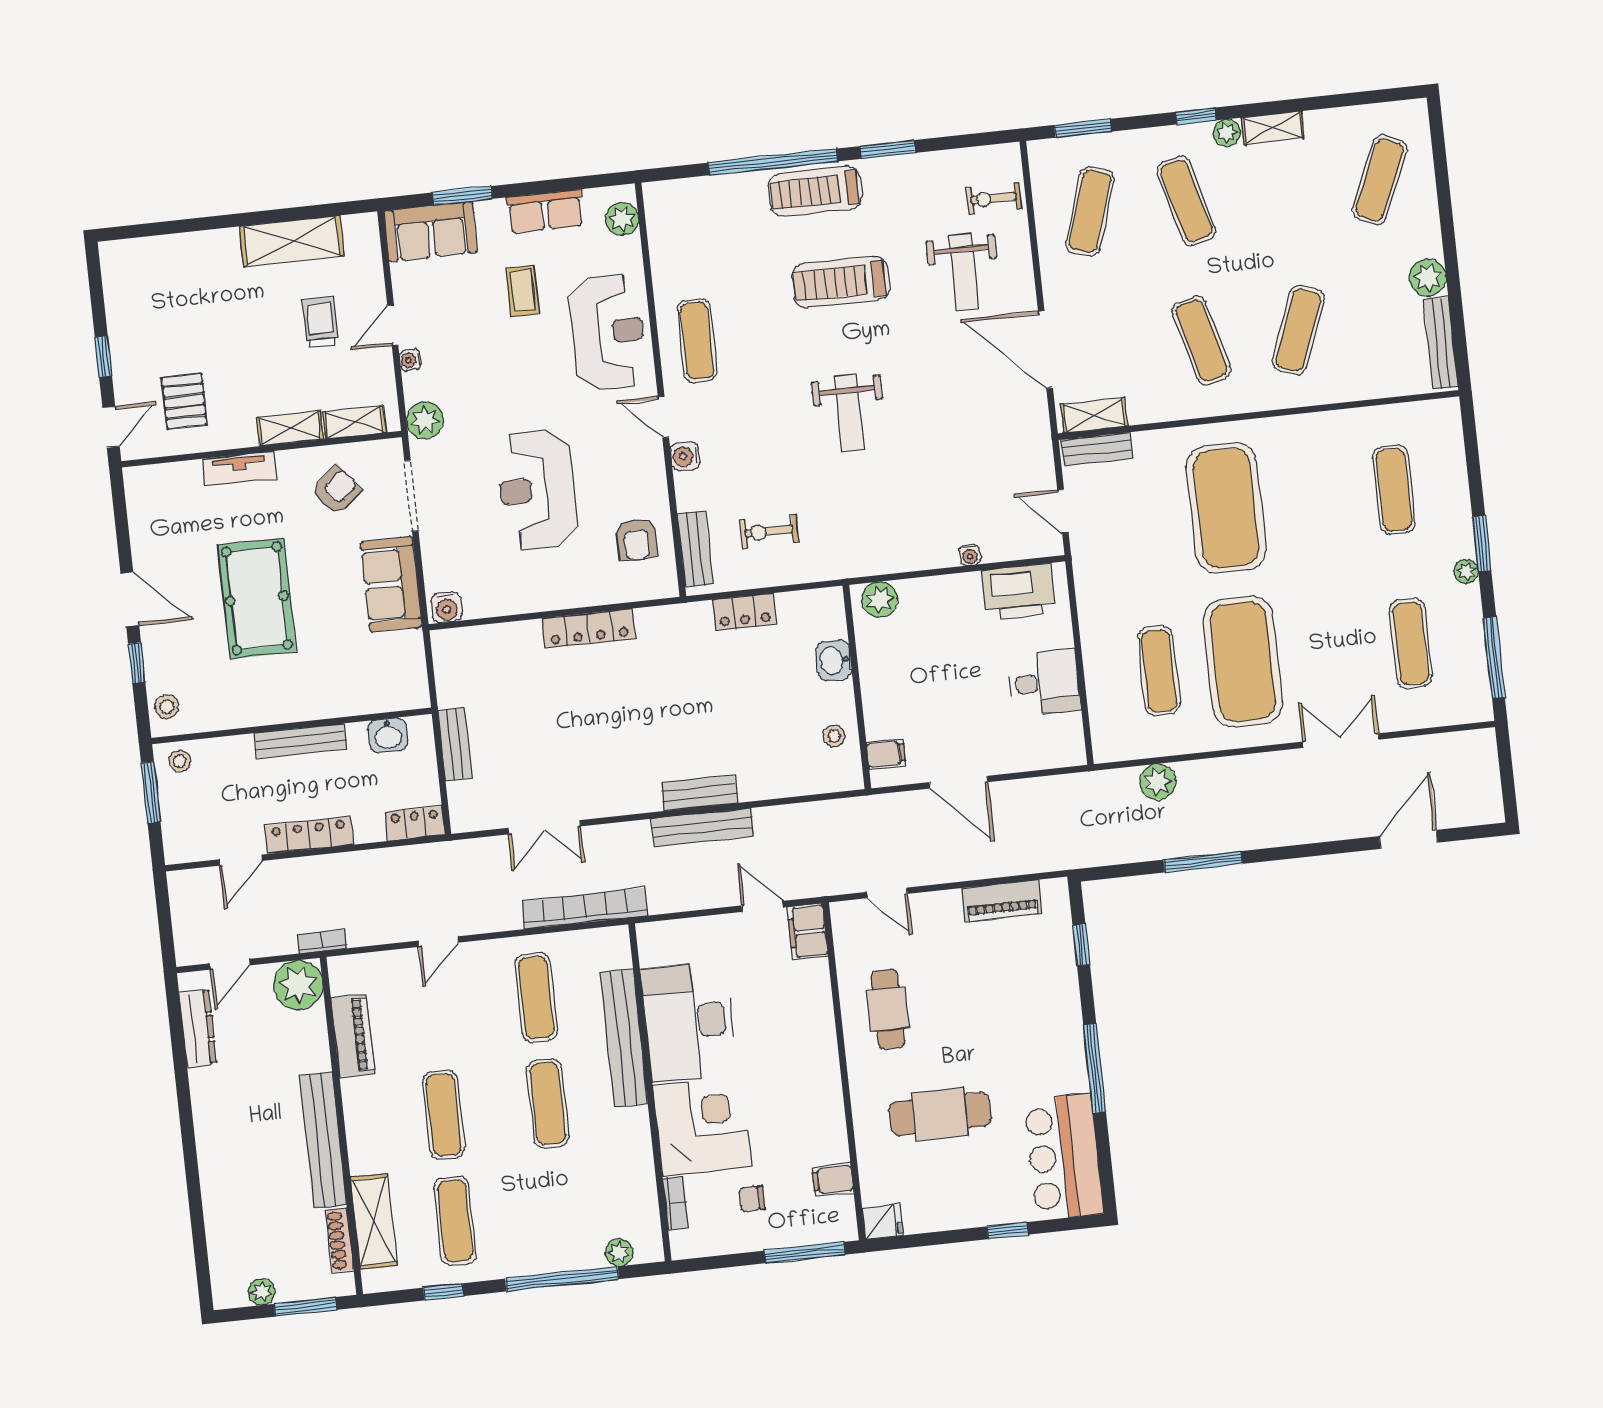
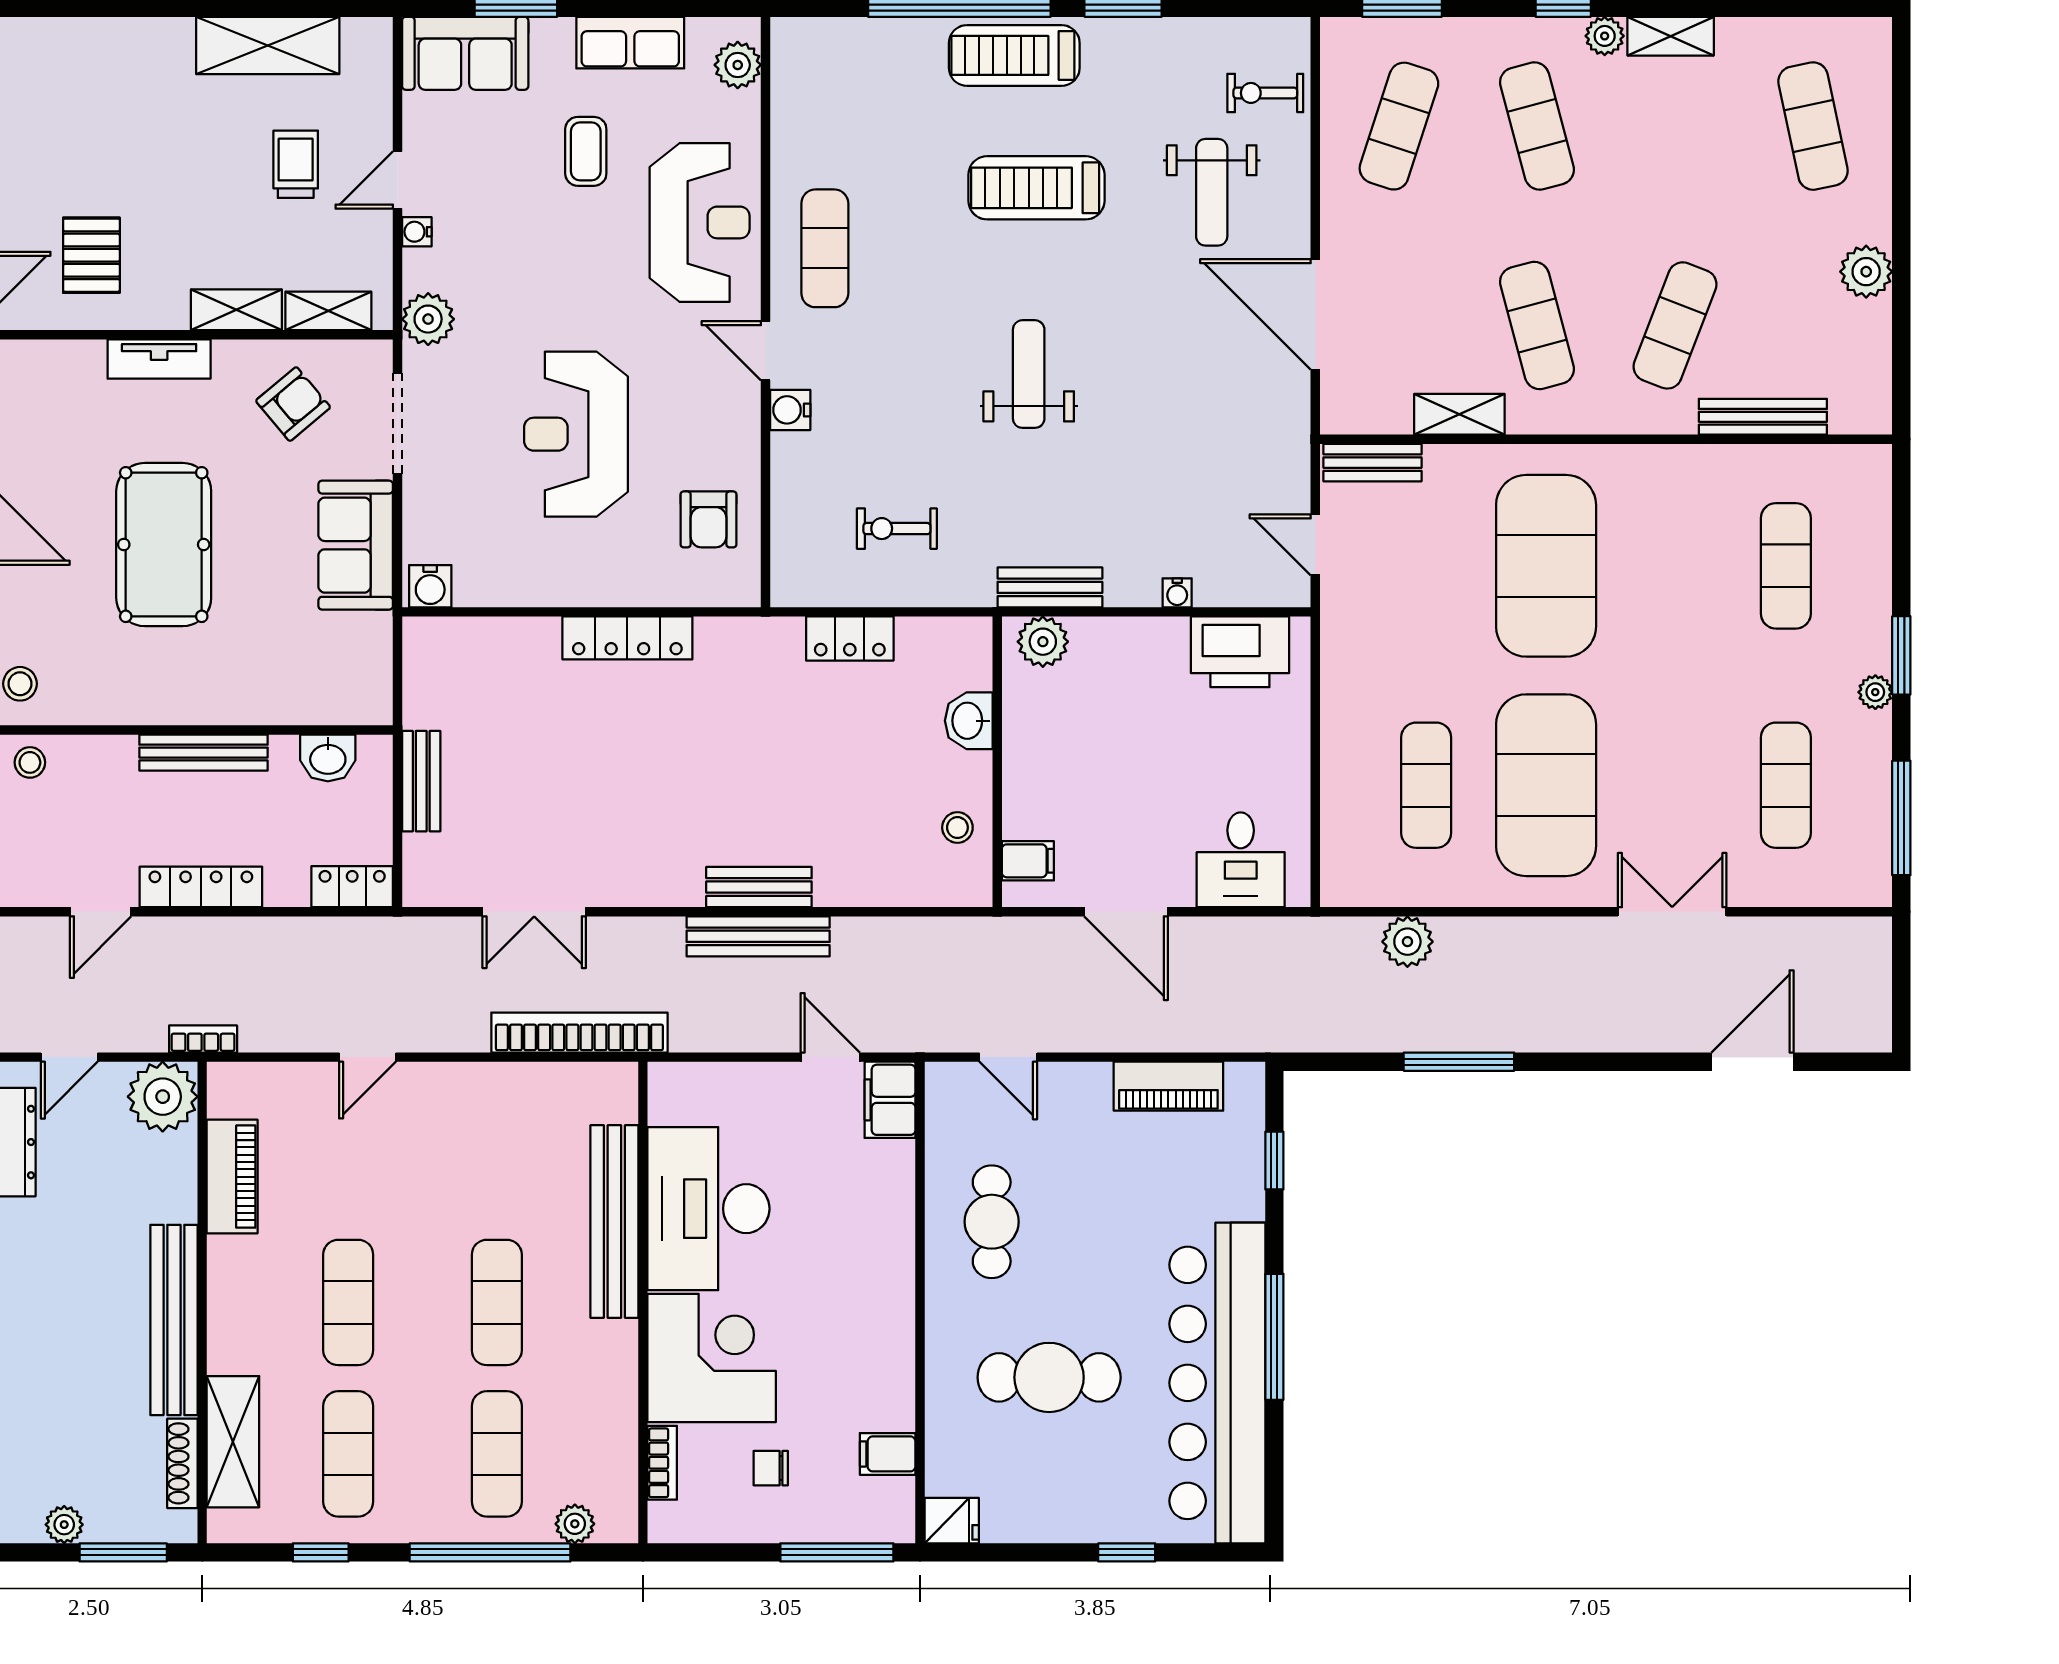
exercise mat: (1380, 180) -> (1813, 126), turned -36
bench: (1441, 343) -> (1763, 417), moved, turned 90
weight bench: (849, 413) -> (1029, 374), turned 180
shelving: (1094, 415) -> (1459, 414), moved
bench: (695, 549) -> (1050, 587), moved, turned 90
desk: (1045, 682) -> (1241, 860), moved, turned 90
exercise mat: (536, 998) -> (497, 1454), moved
bar counter: (1064, 1157) -> (1217, 1383), width x1.86

